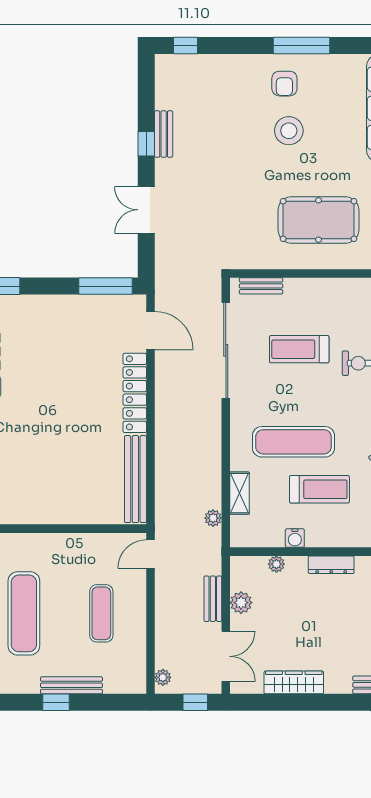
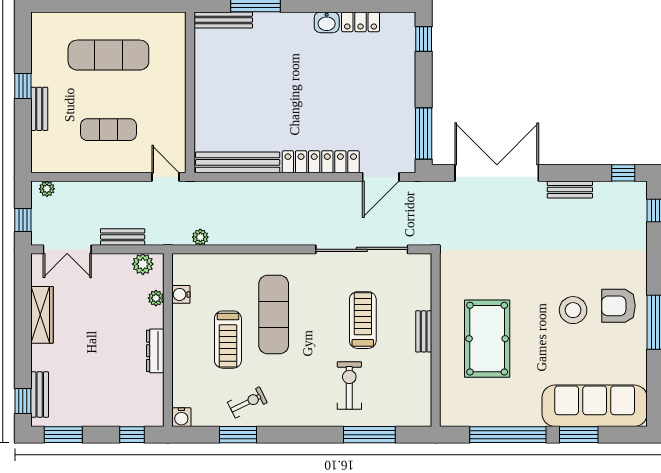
armchair: (284, 84) -> (618, 306), width x1.38, depth x1.38
window: (146, 144) -> (623, 173), moved
double door: (146, 210) -> (497, 173), width x1.87
bench: (261, 286) -> (424, 331), moved
shelving: (239, 493) -> (224, 263), removed
water cooler: (295, 538) -> (181, 294), moved
plant: (241, 603) -> (143, 264), moved
bench: (71, 685) -> (39, 109), width x0.73

